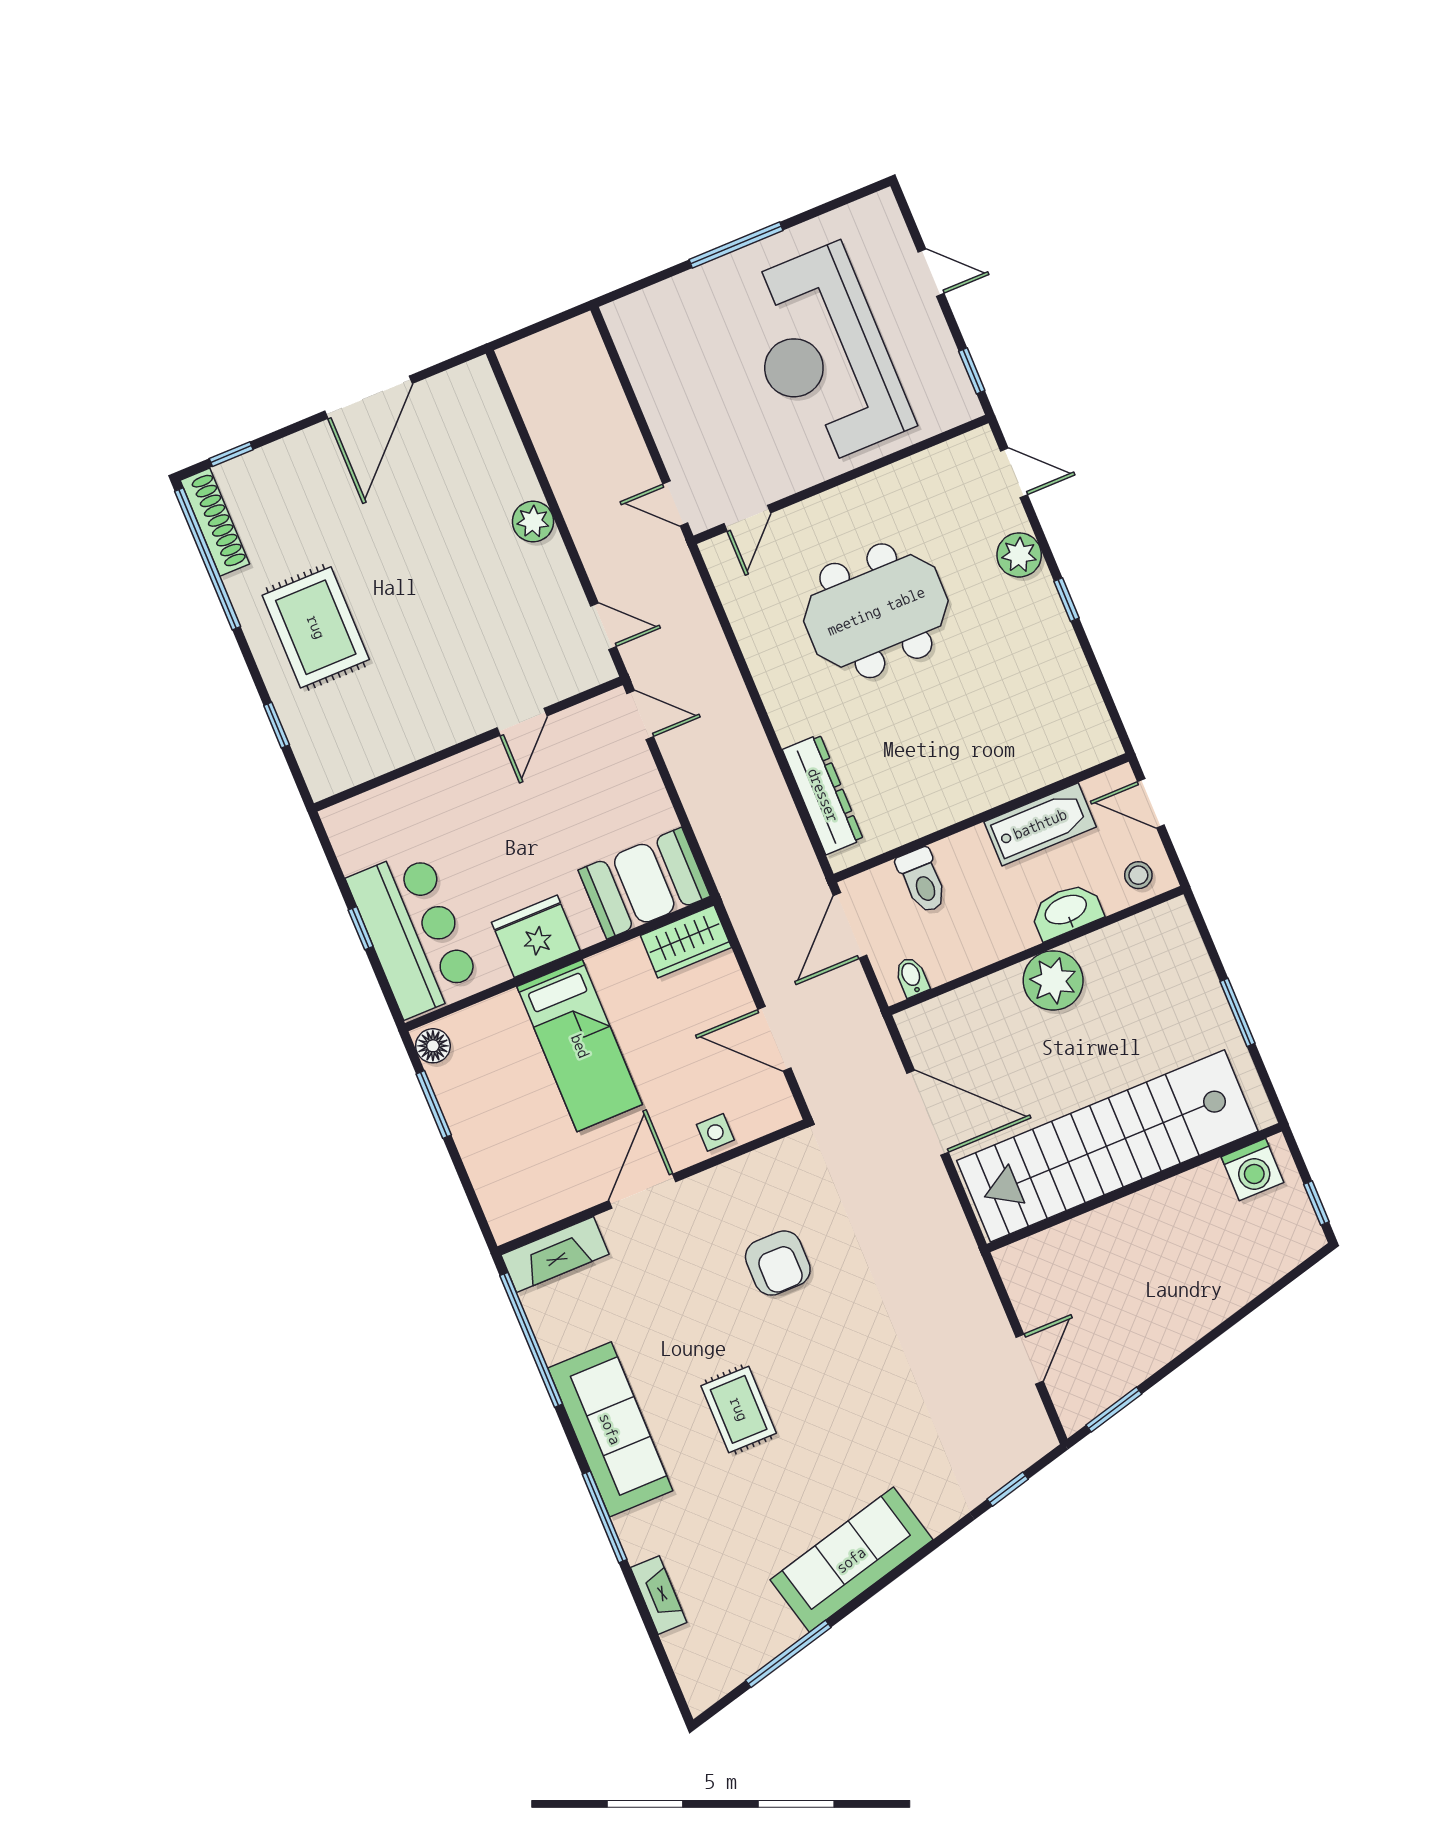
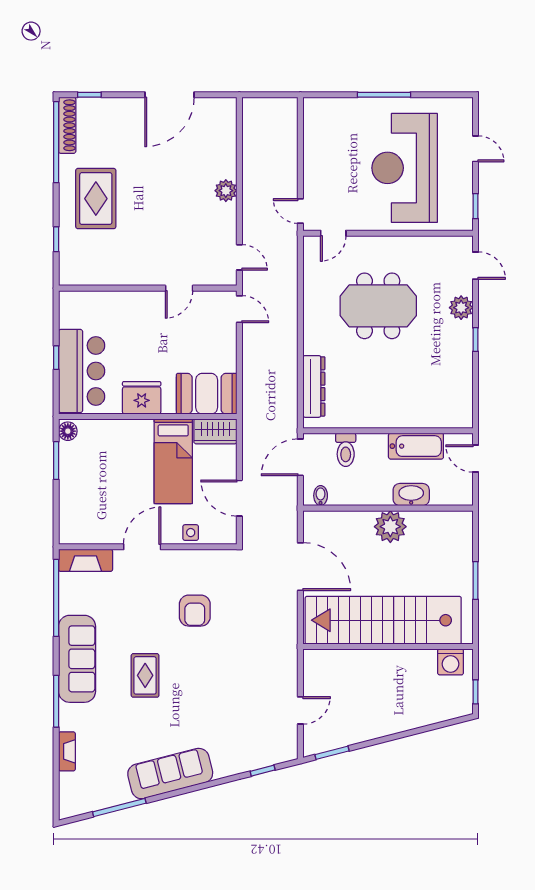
stool: (1138, 875) -> (454, 492), removed
bed: (580, 1046) -> (173, 461), moved

